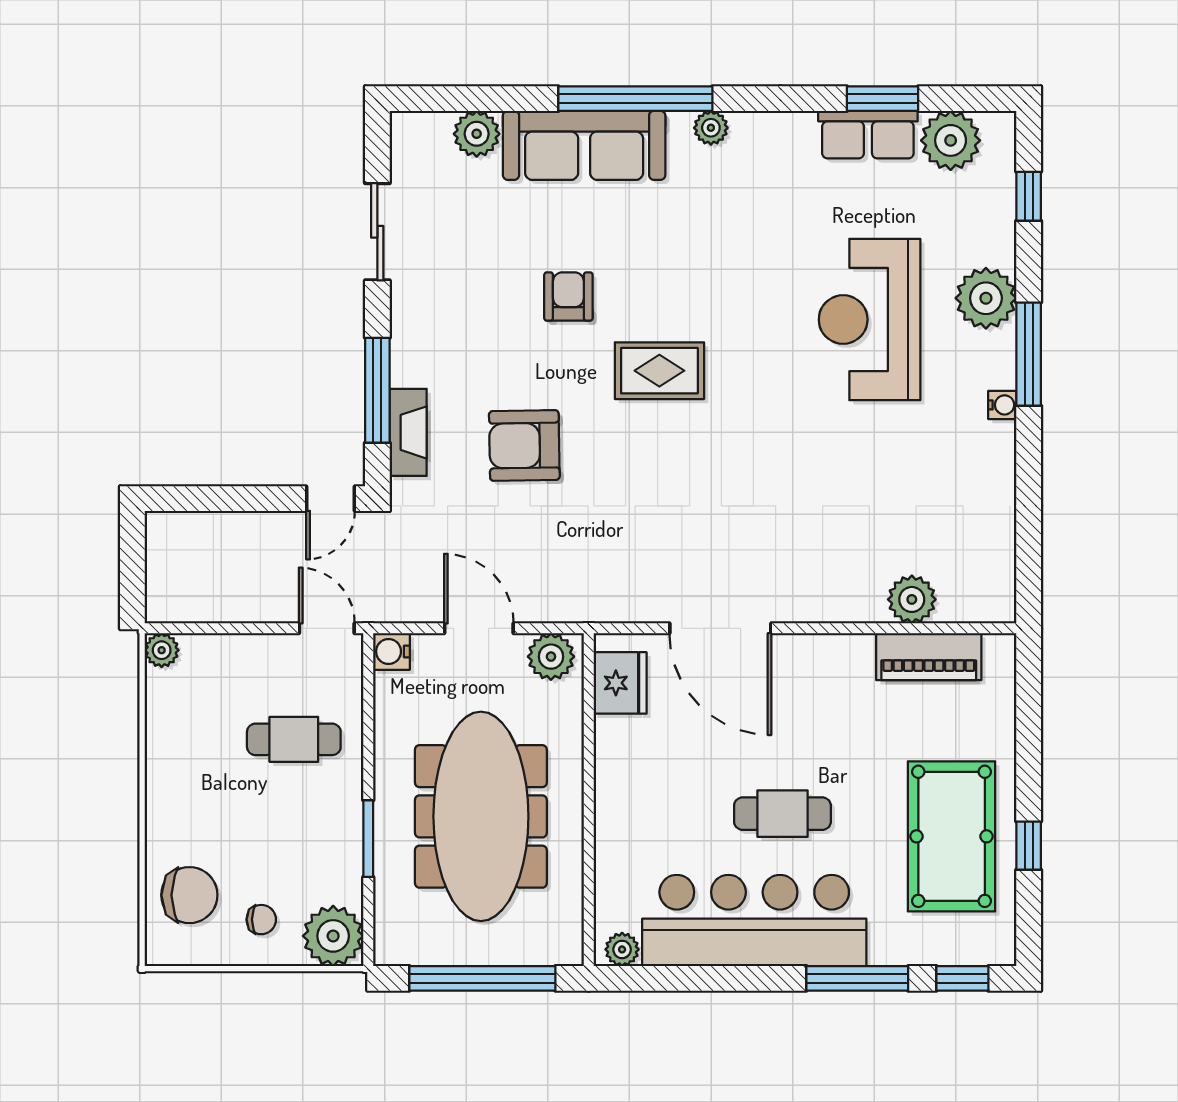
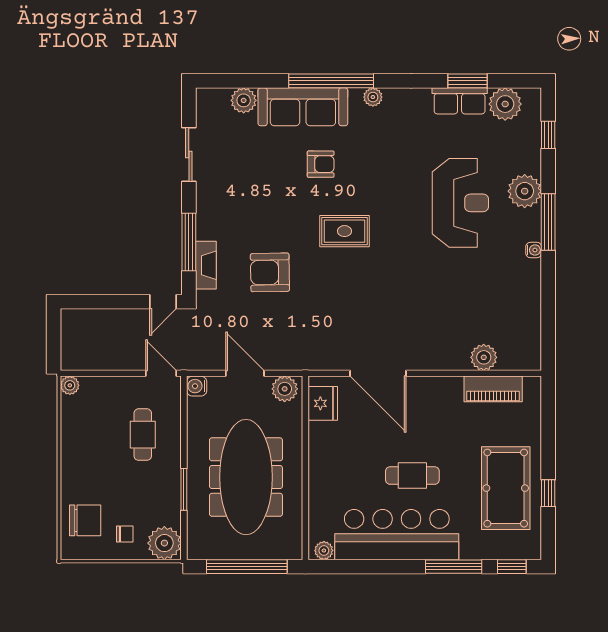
armchair: (568, 297) -> (321, 164), moved, turned 90
reception desk: (870, 320) -> (460, 203), turned 180
cafe table: (294, 739) -> (143, 435), turned 90

